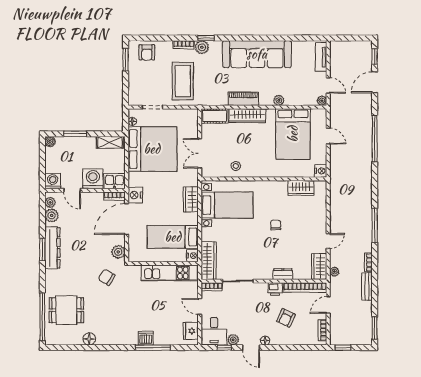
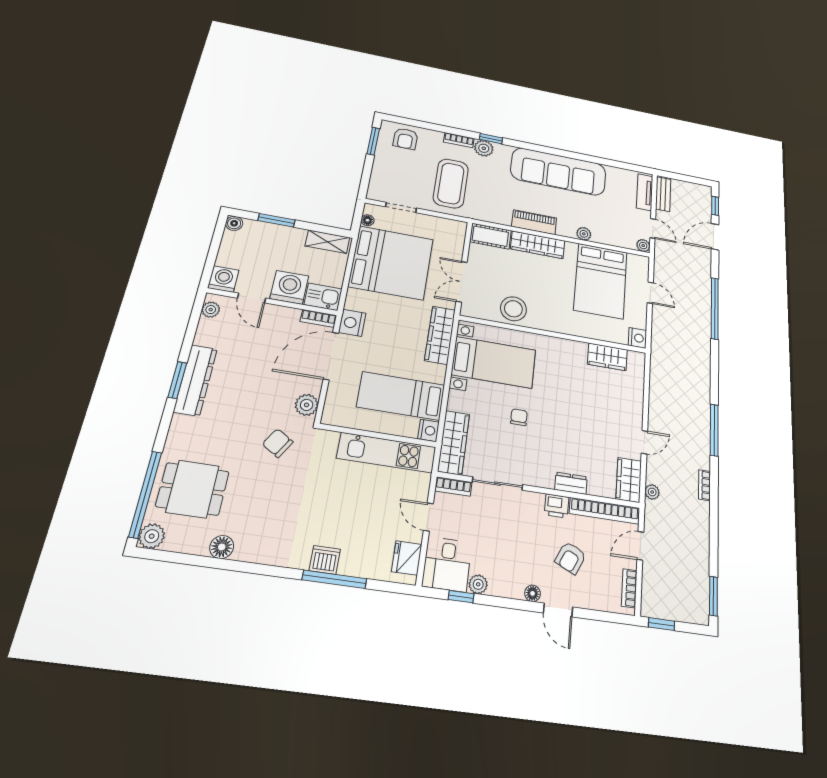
stool: (236, 166) -> (513, 309), width x1.89, depth x1.89
wardrobe: (191, 199) -> (440, 335), width x1.50
plant: (52, 215) -> (152, 536), moved
chair: (276, 225) -> (519, 417), moved
bench: (367, 286) -> (663, 194), moved
door: (251, 348) -> (558, 610), moved

